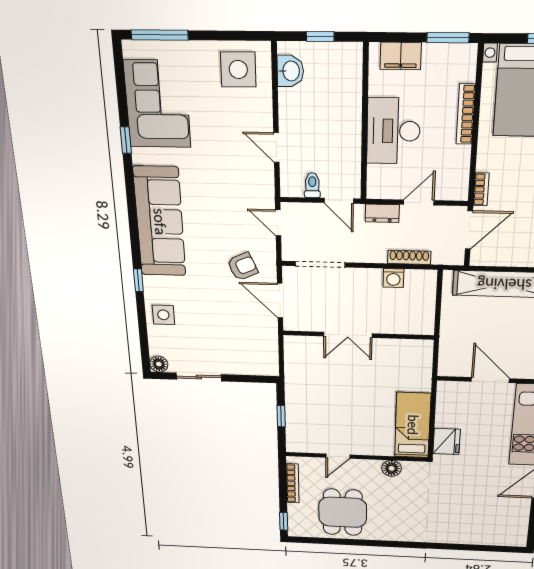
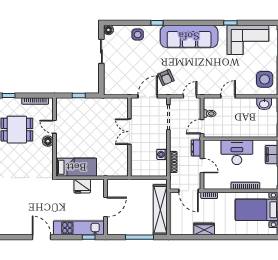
fridge: (446, 442) -> (82, 186), moved
floor lamp: (392, 468) -> (48, 141), moved

